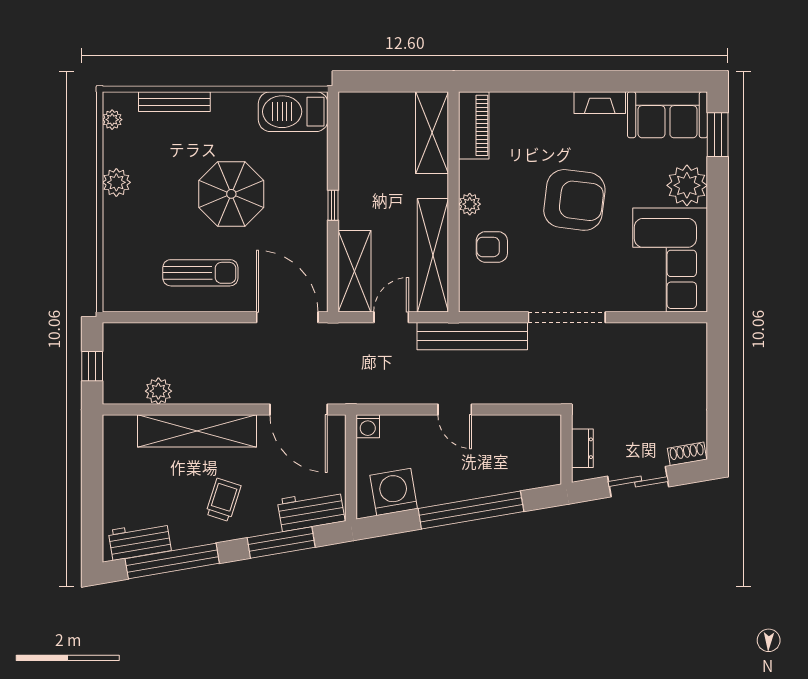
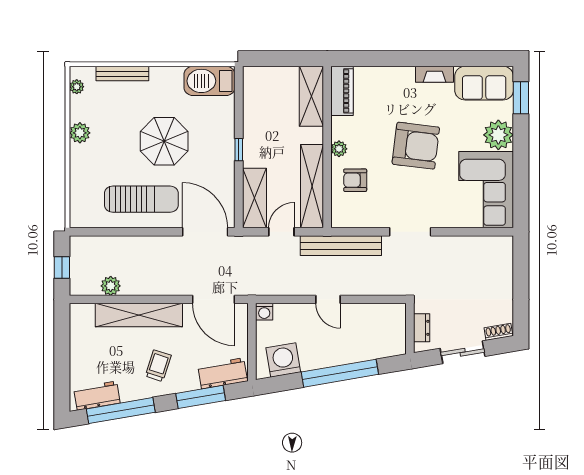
sun lounger: (200, 273) -> (141, 199), width x1.36, depth x1.34
doorway: (567, 317) -> (410, 232), width x0.73

